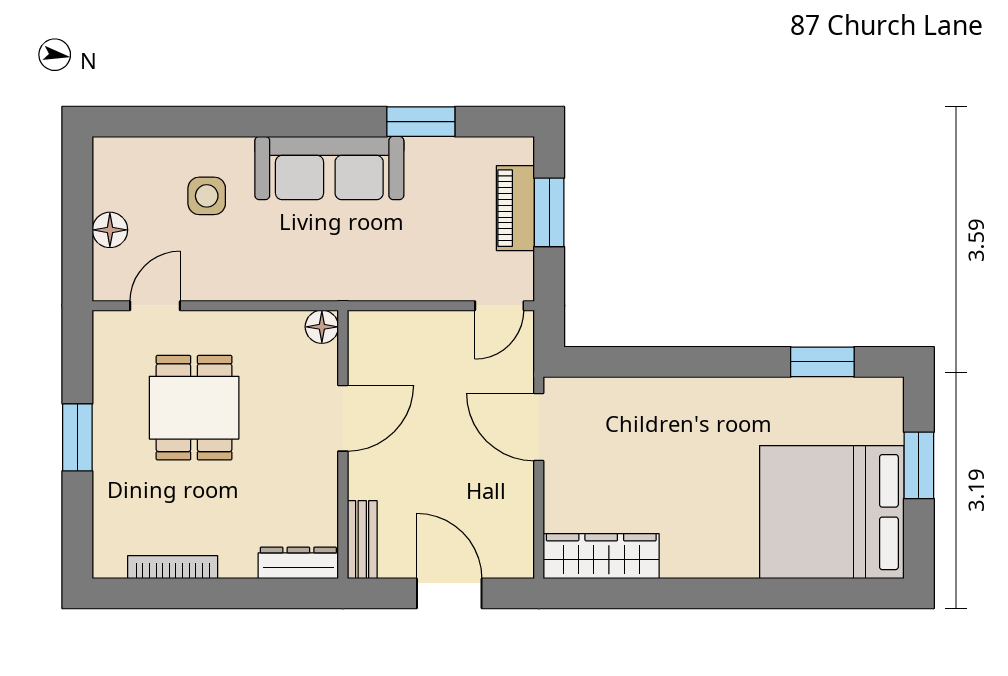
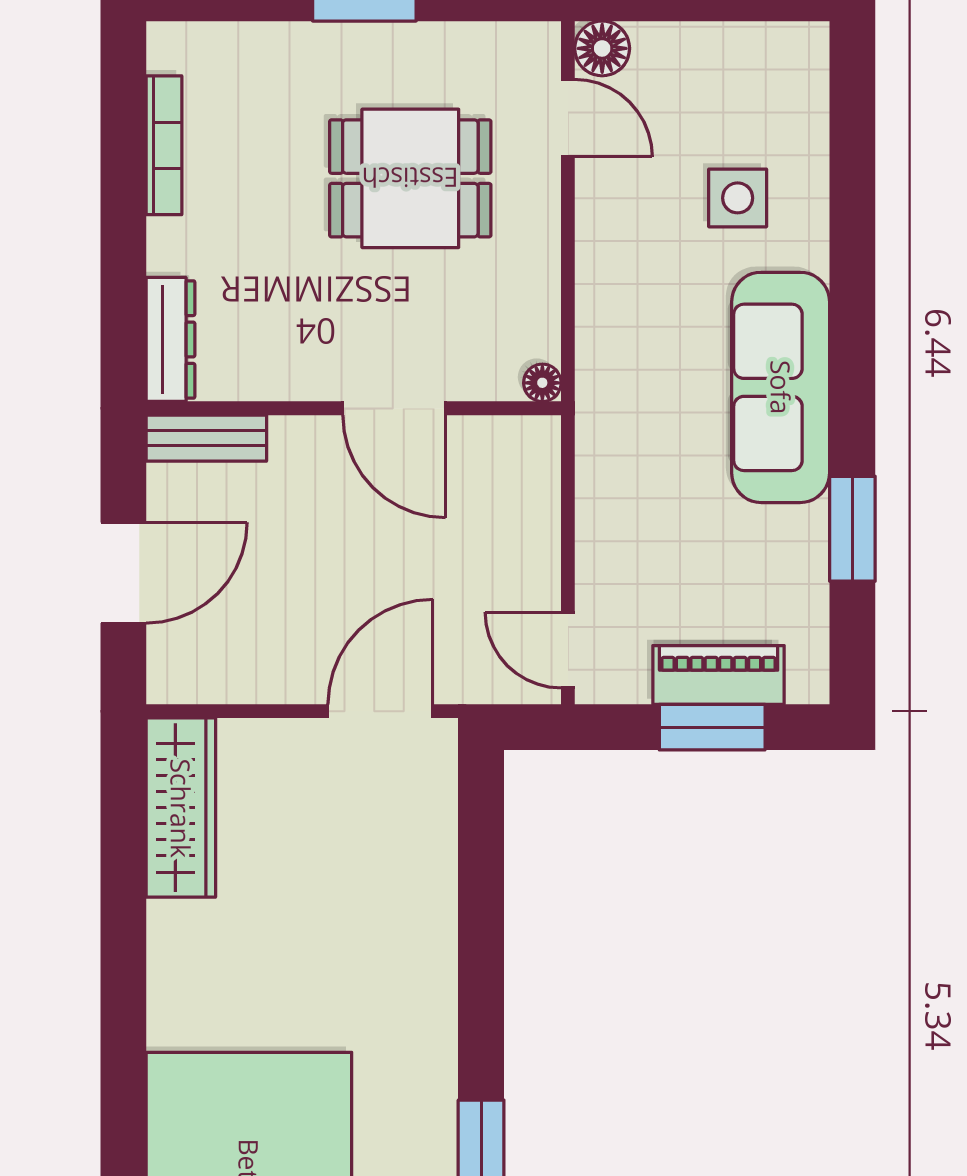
floor lamp: (110, 230) -> (602, 48), moved
floor lamp: (322, 327) -> (542, 383), width x0.73, depth x0.73

